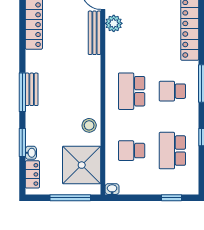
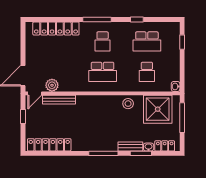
bench: (32, 89) -> (130, 146), moved

